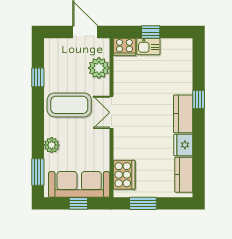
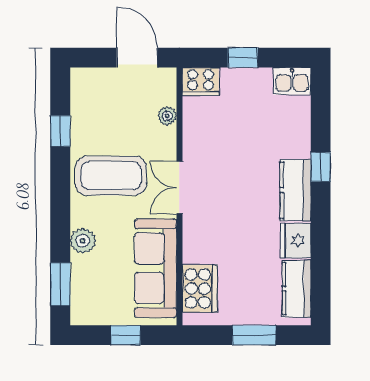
kitchen sink: (148, 46) -> (292, 81), moved
plant: (99, 68) -> (167, 116), width x0.53, depth x0.53
sofa: (79, 184) -> (156, 268), moved, turned -90
window: (143, 203) -> (254, 335), moved

